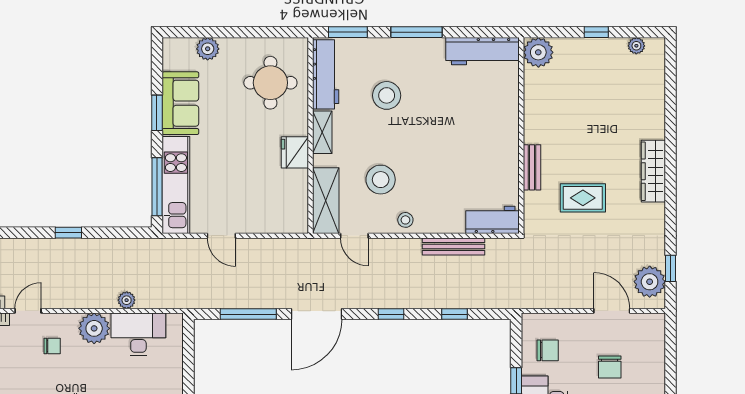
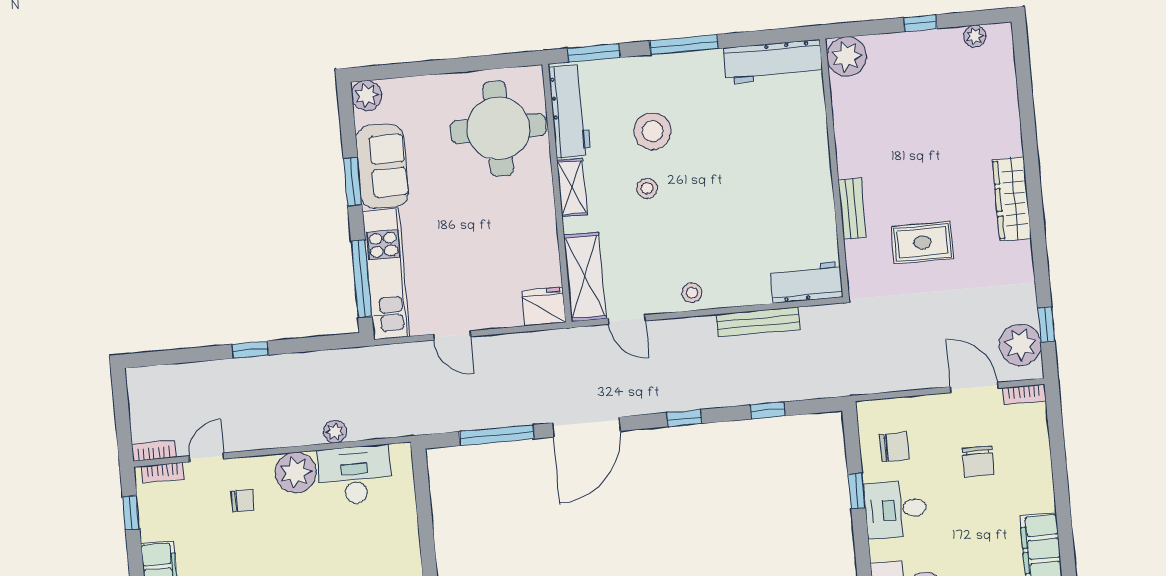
plant: (208, 49) -> (367, 95), moved
round table: (270, 83) -> (498, 128), width x1.36, depth x1.36
fridge: (295, 152) -> (544, 306), moved, turned 90
stool: (381, 180) -> (647, 188), moved, width x0.53, depth x0.53
bookcase: (649, 319) -> (1024, 394), added

